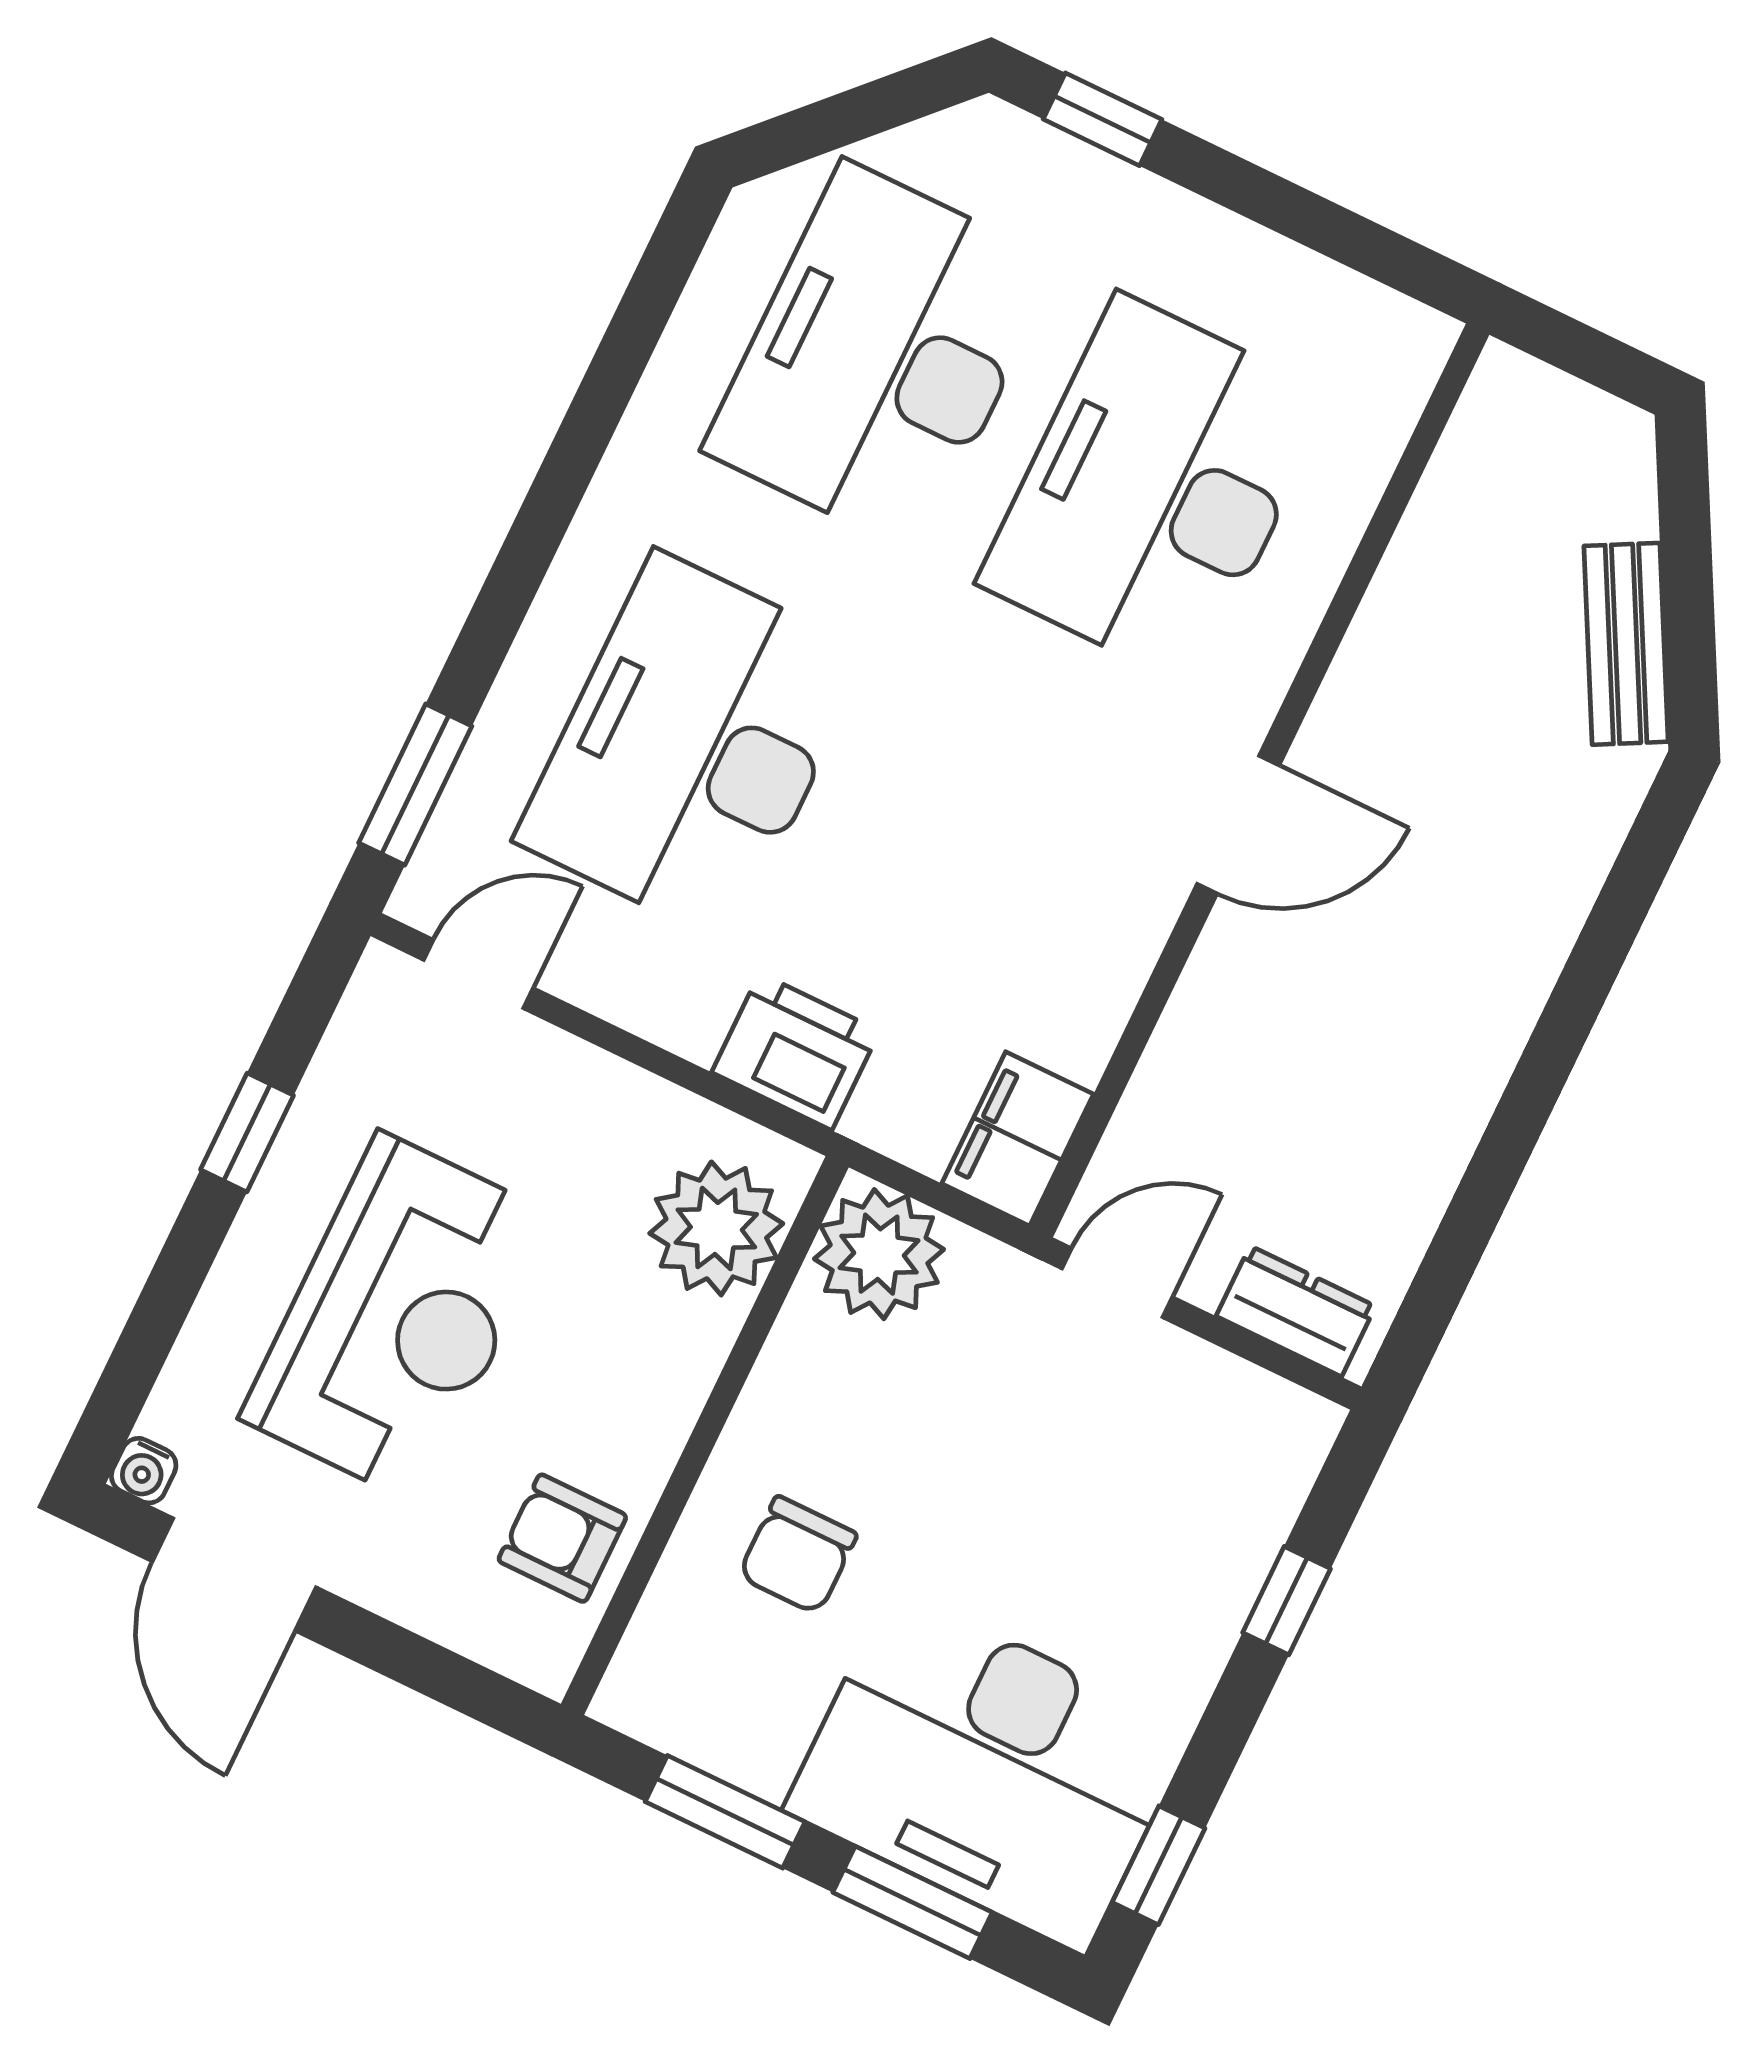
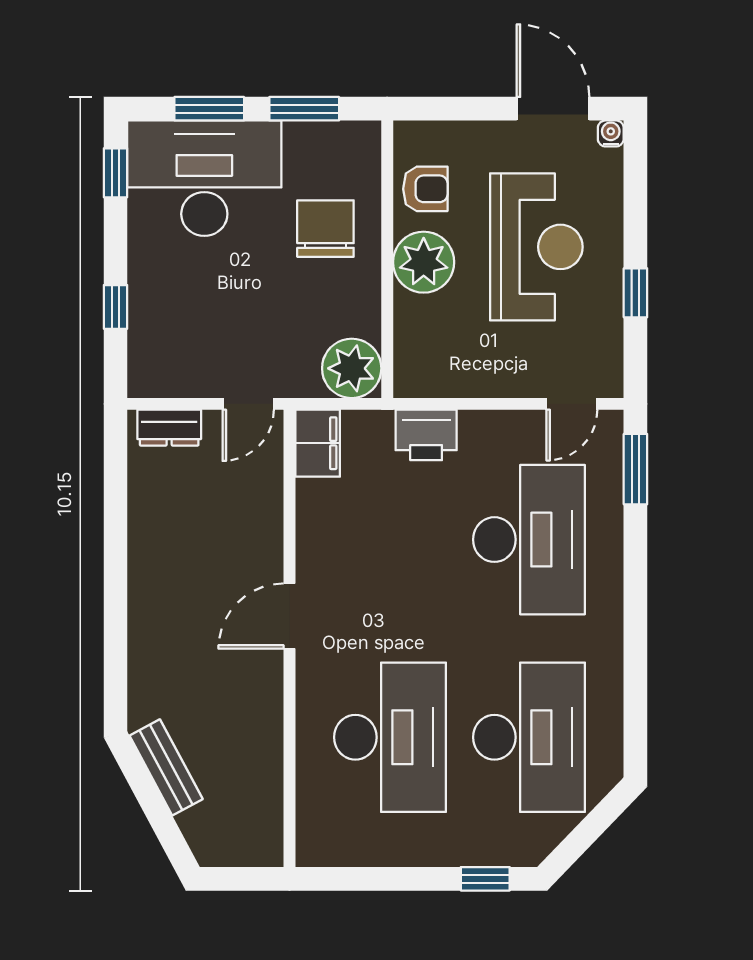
plant: (716, 1228) -> (424, 262), moved
reception desk: (399, 1318) -> (536, 247), turned 180
chair: (798, 1555) -> (325, 229), width x1.37, depth x1.37

